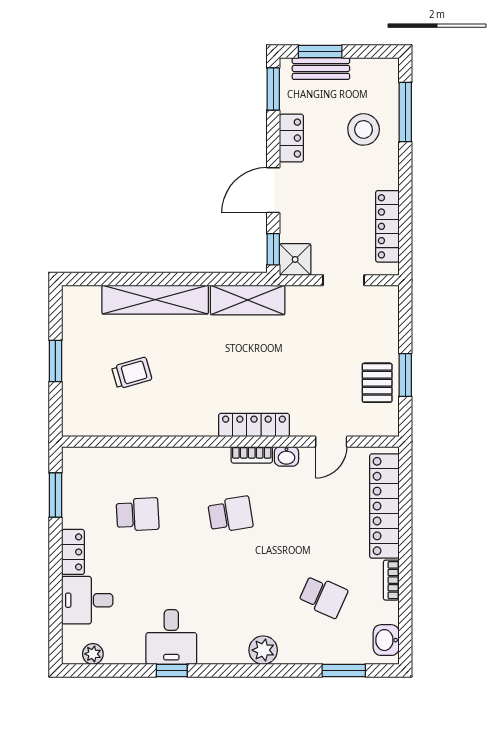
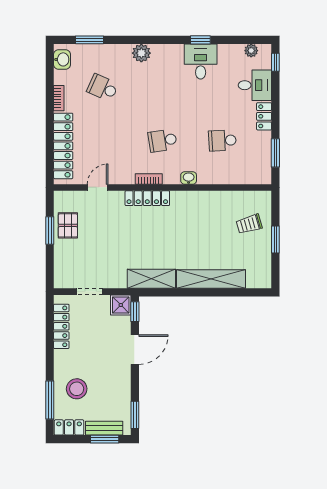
locker: (291, 138) -> (69, 427), moved, turned 90
trolley: (132, 373) -> (249, 224), moved
washbasin: (286, 456) -> (189, 178), moved
window: (55, 636) -> (275, 62), added

